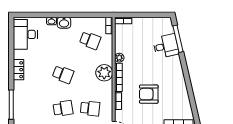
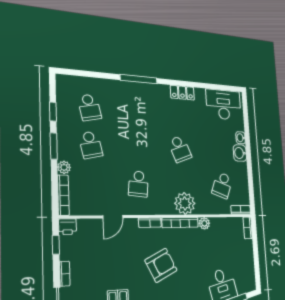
school desk: (63, 74) -> (180, 149), turned -42
armchair: (149, 94) -> (161, 265), turned 64
school desk: (63, 108) -> (137, 147), removed

